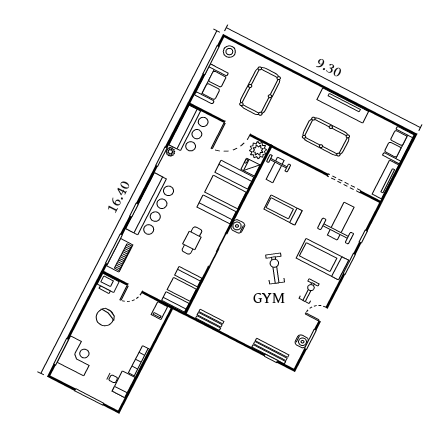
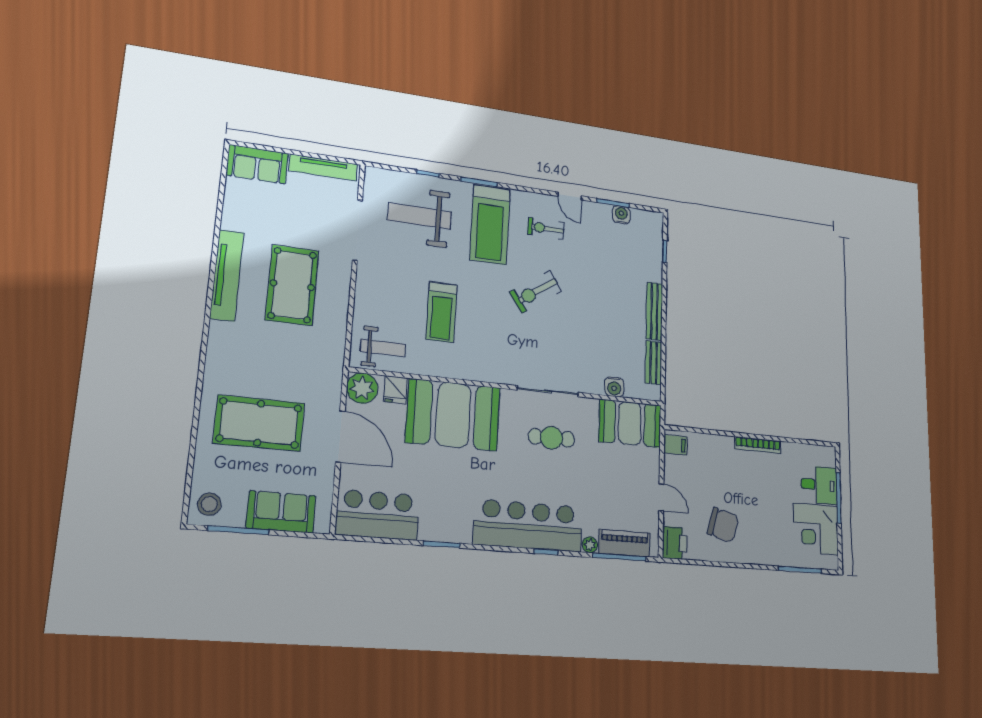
plant: (170, 152) -> (590, 545), moved
water cooler: (238, 226) -> (614, 387), moved
bench: (270, 351) -> (654, 311), moved
corner desk: (77, 356) -> (816, 529), moved, turned -90
desk: (119, 382) -> (819, 485), moved, turned 90

